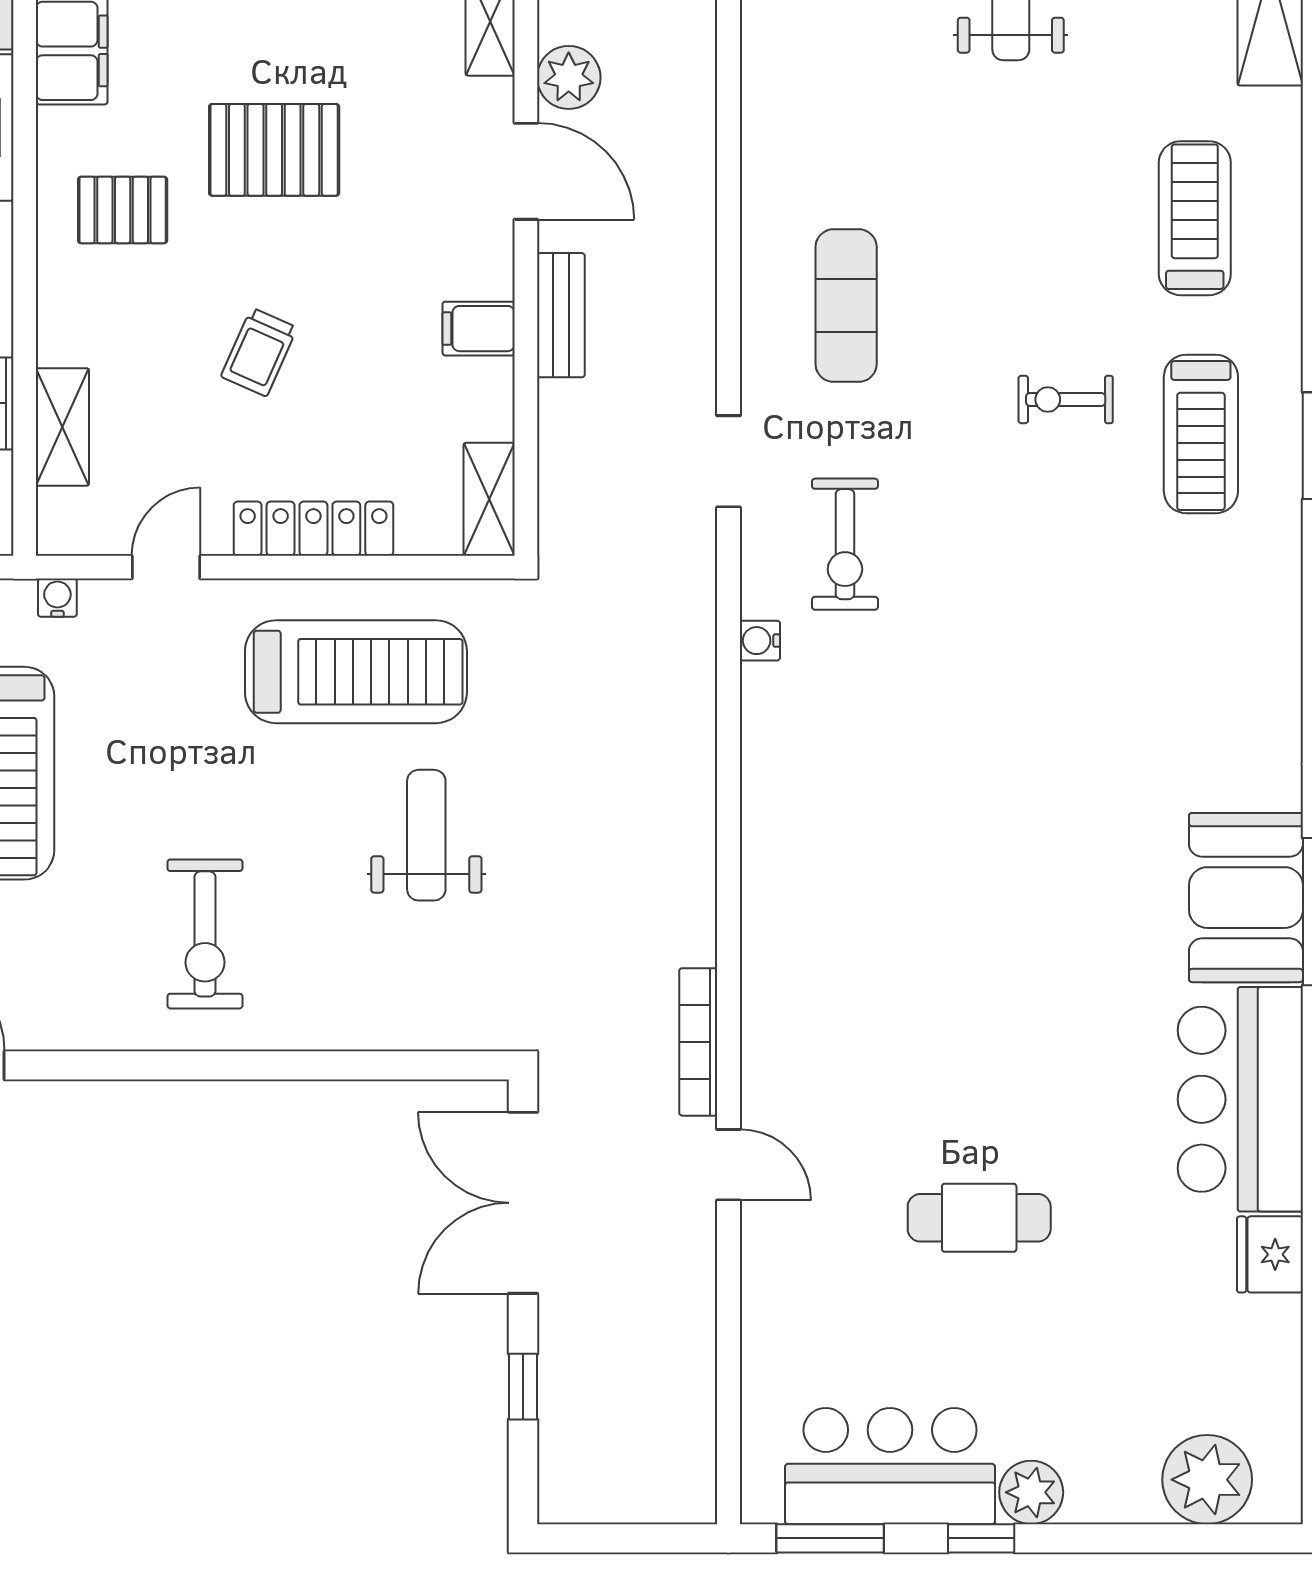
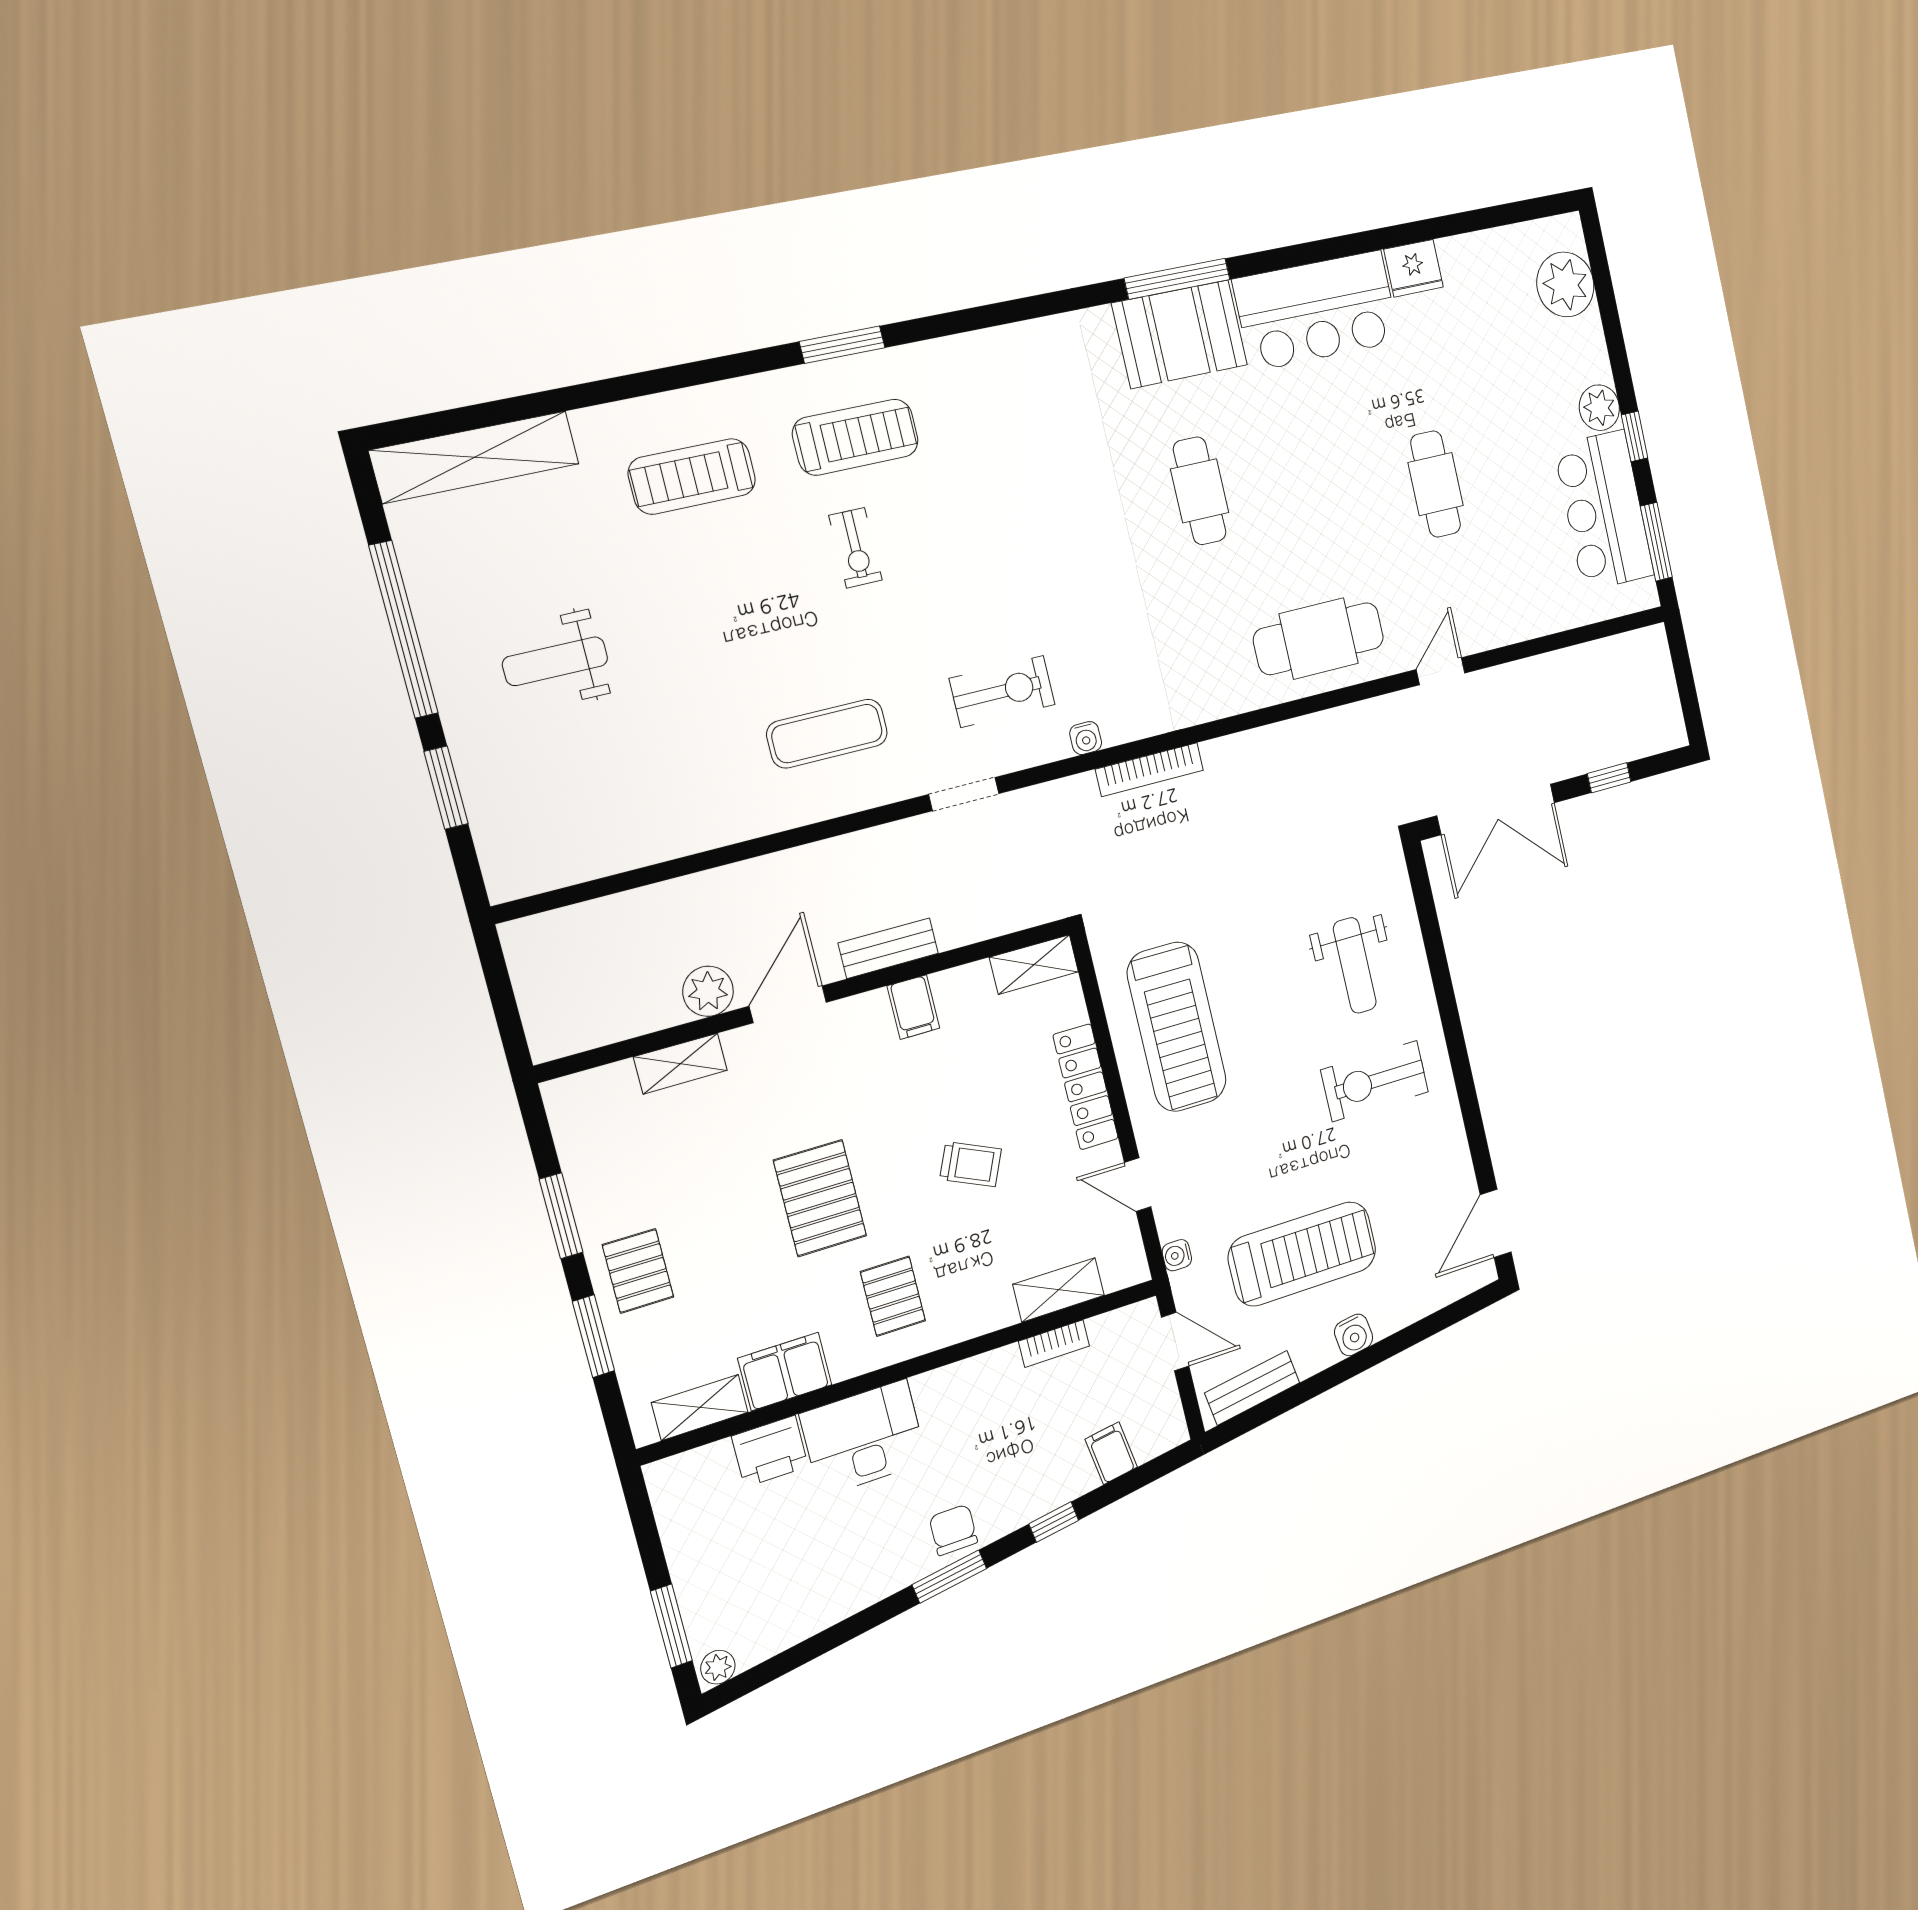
treadmill: (356, 672) -> (1177, 1027), turned 180
weight bench: (426, 835) -> (1355, 965), moved, turned -90
cafe table: (1040, 876) -> (1200, 491), added
exercise bike: (205, 934) -> (1375, 1081), turned 180
cafe table: (812, 997) -> (1319, 639), added
bookcase: (698, 1042) -> (1150, 770), moved

